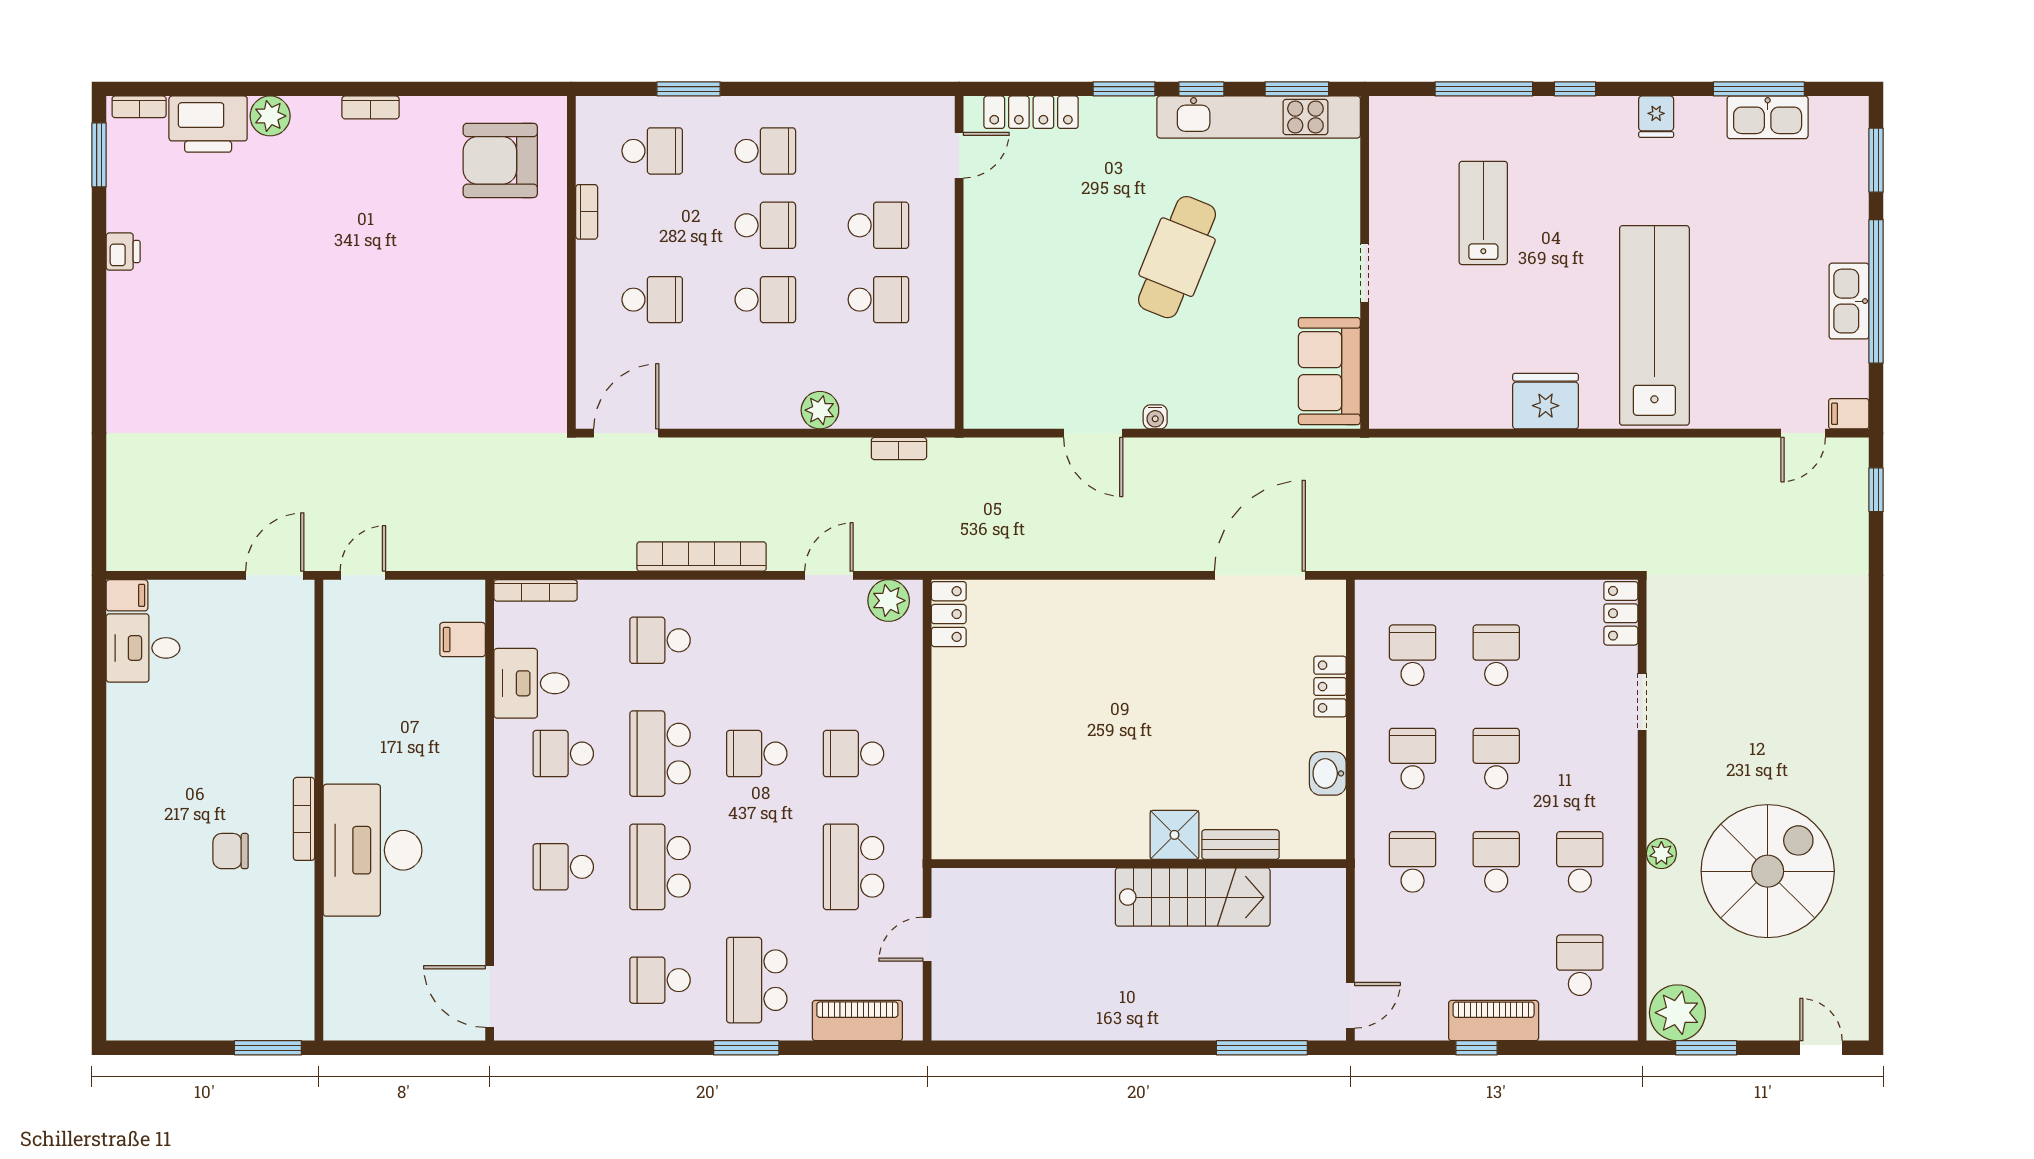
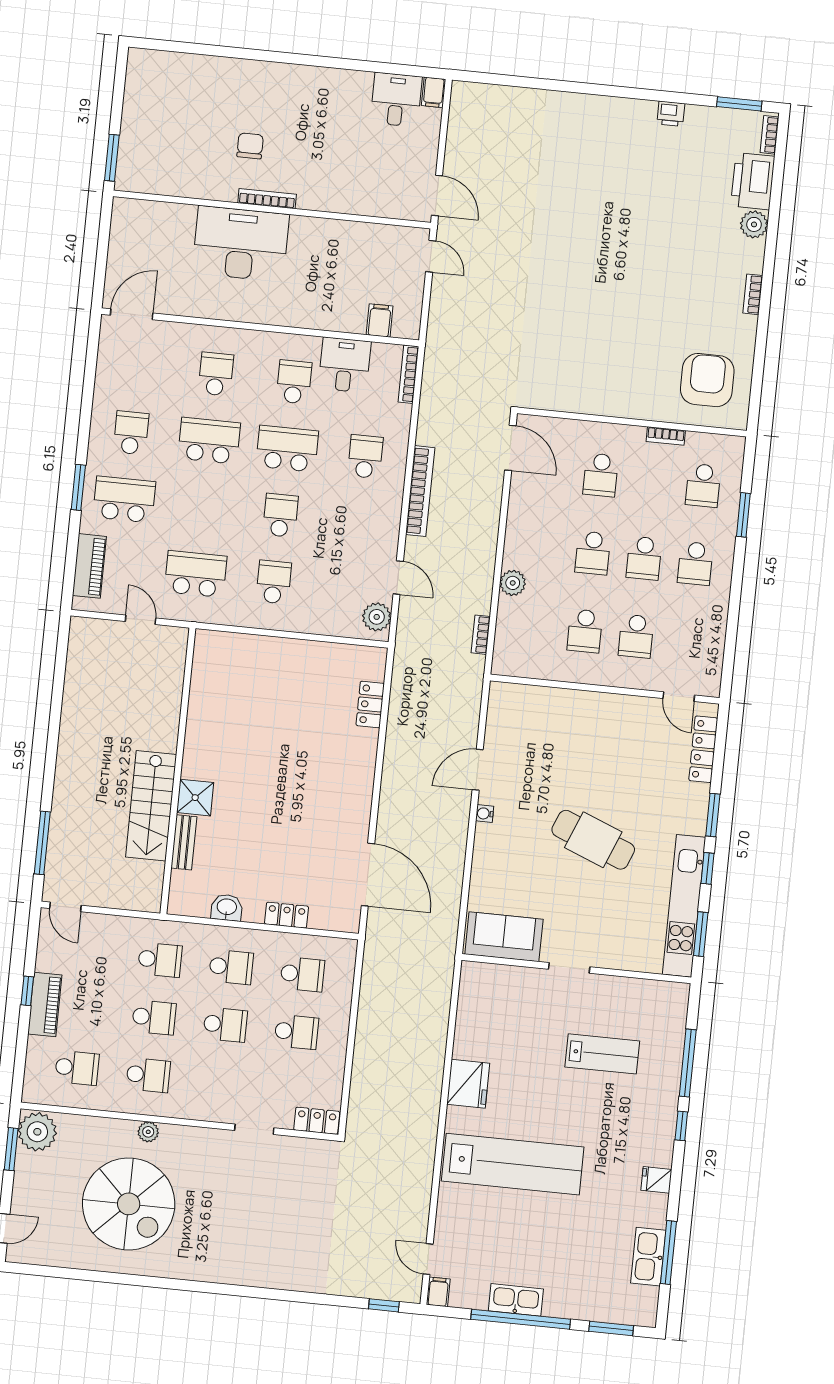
locker: (949, 614) -> (370, 704), moved, turned 90

